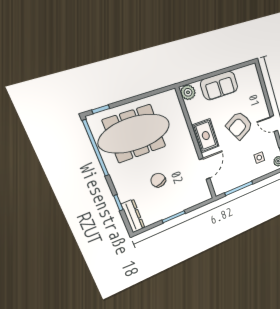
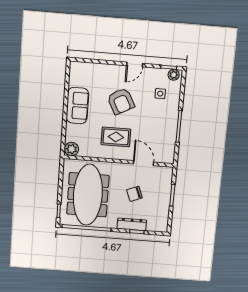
plant: (188, 92) -> (72, 149), moved
wall: (196, 145) -> (119, 161), moved
door: (205, 169) -> (143, 163), moved
dresser: (133, 216) -> (132, 224), moved

